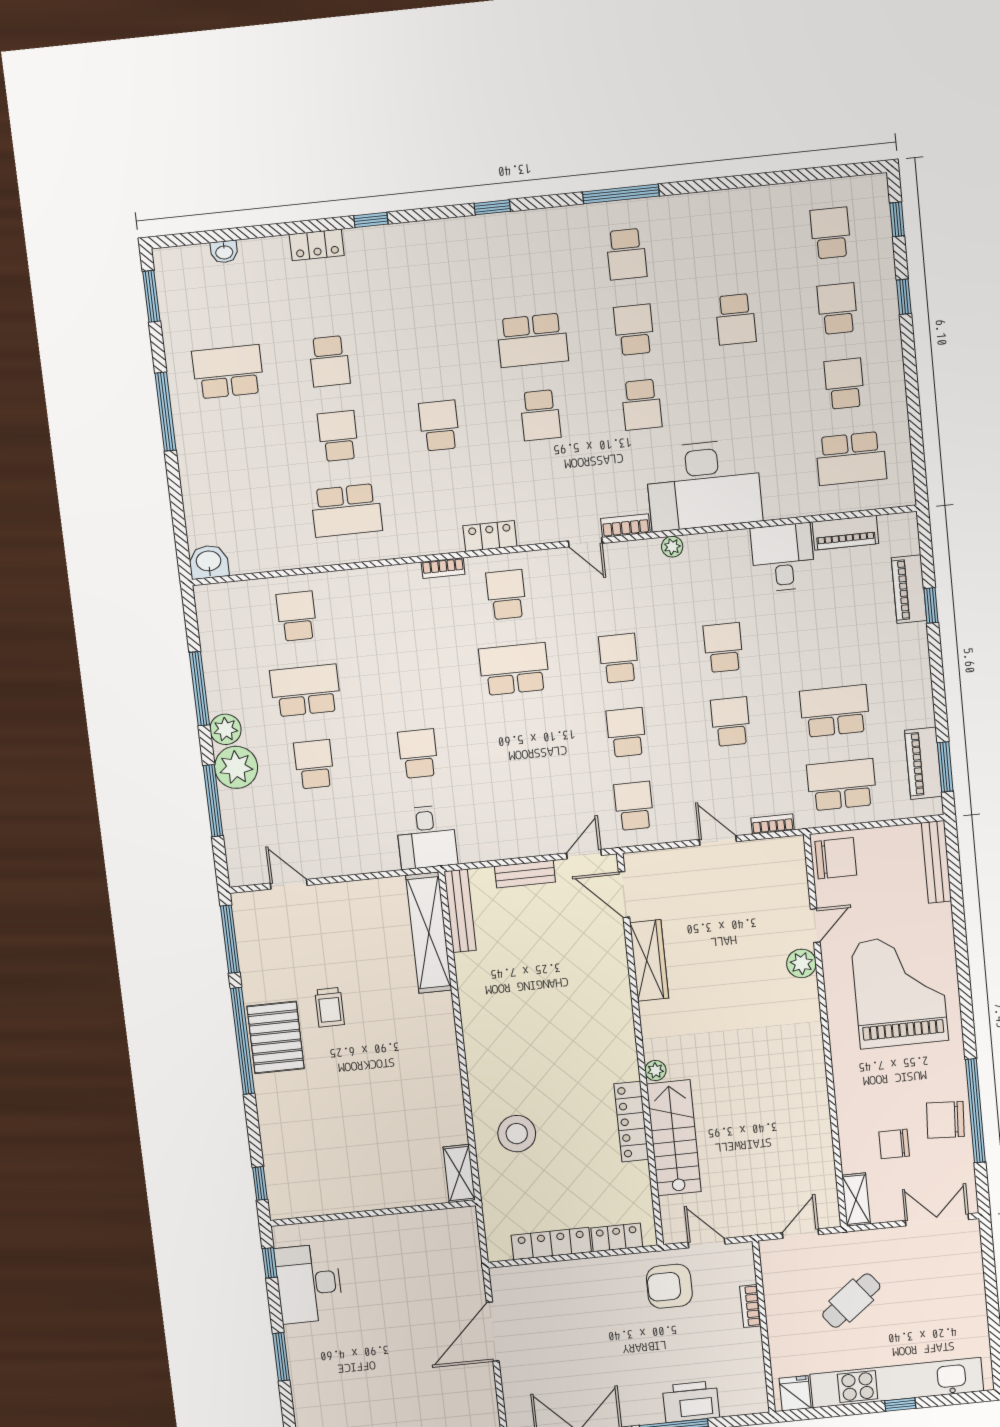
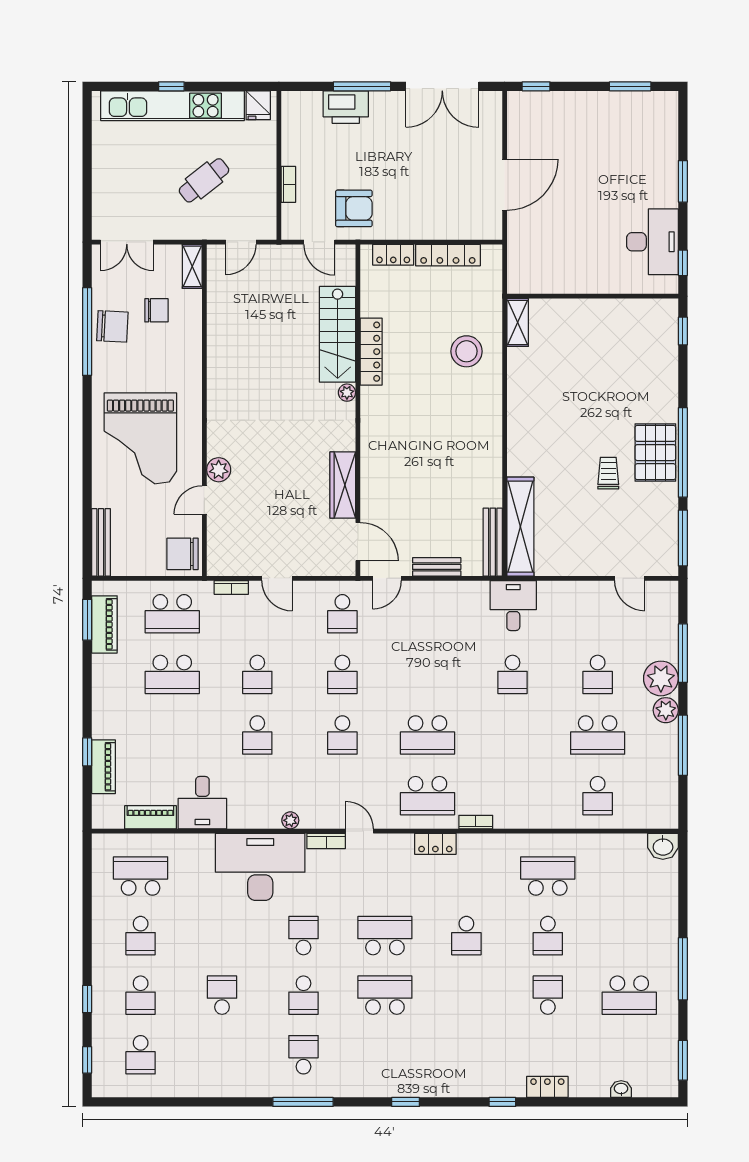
school desk: (540, 415) -> (385, 936), width x1.85
school desk: (506, 595) -> (427, 796), width x1.85

